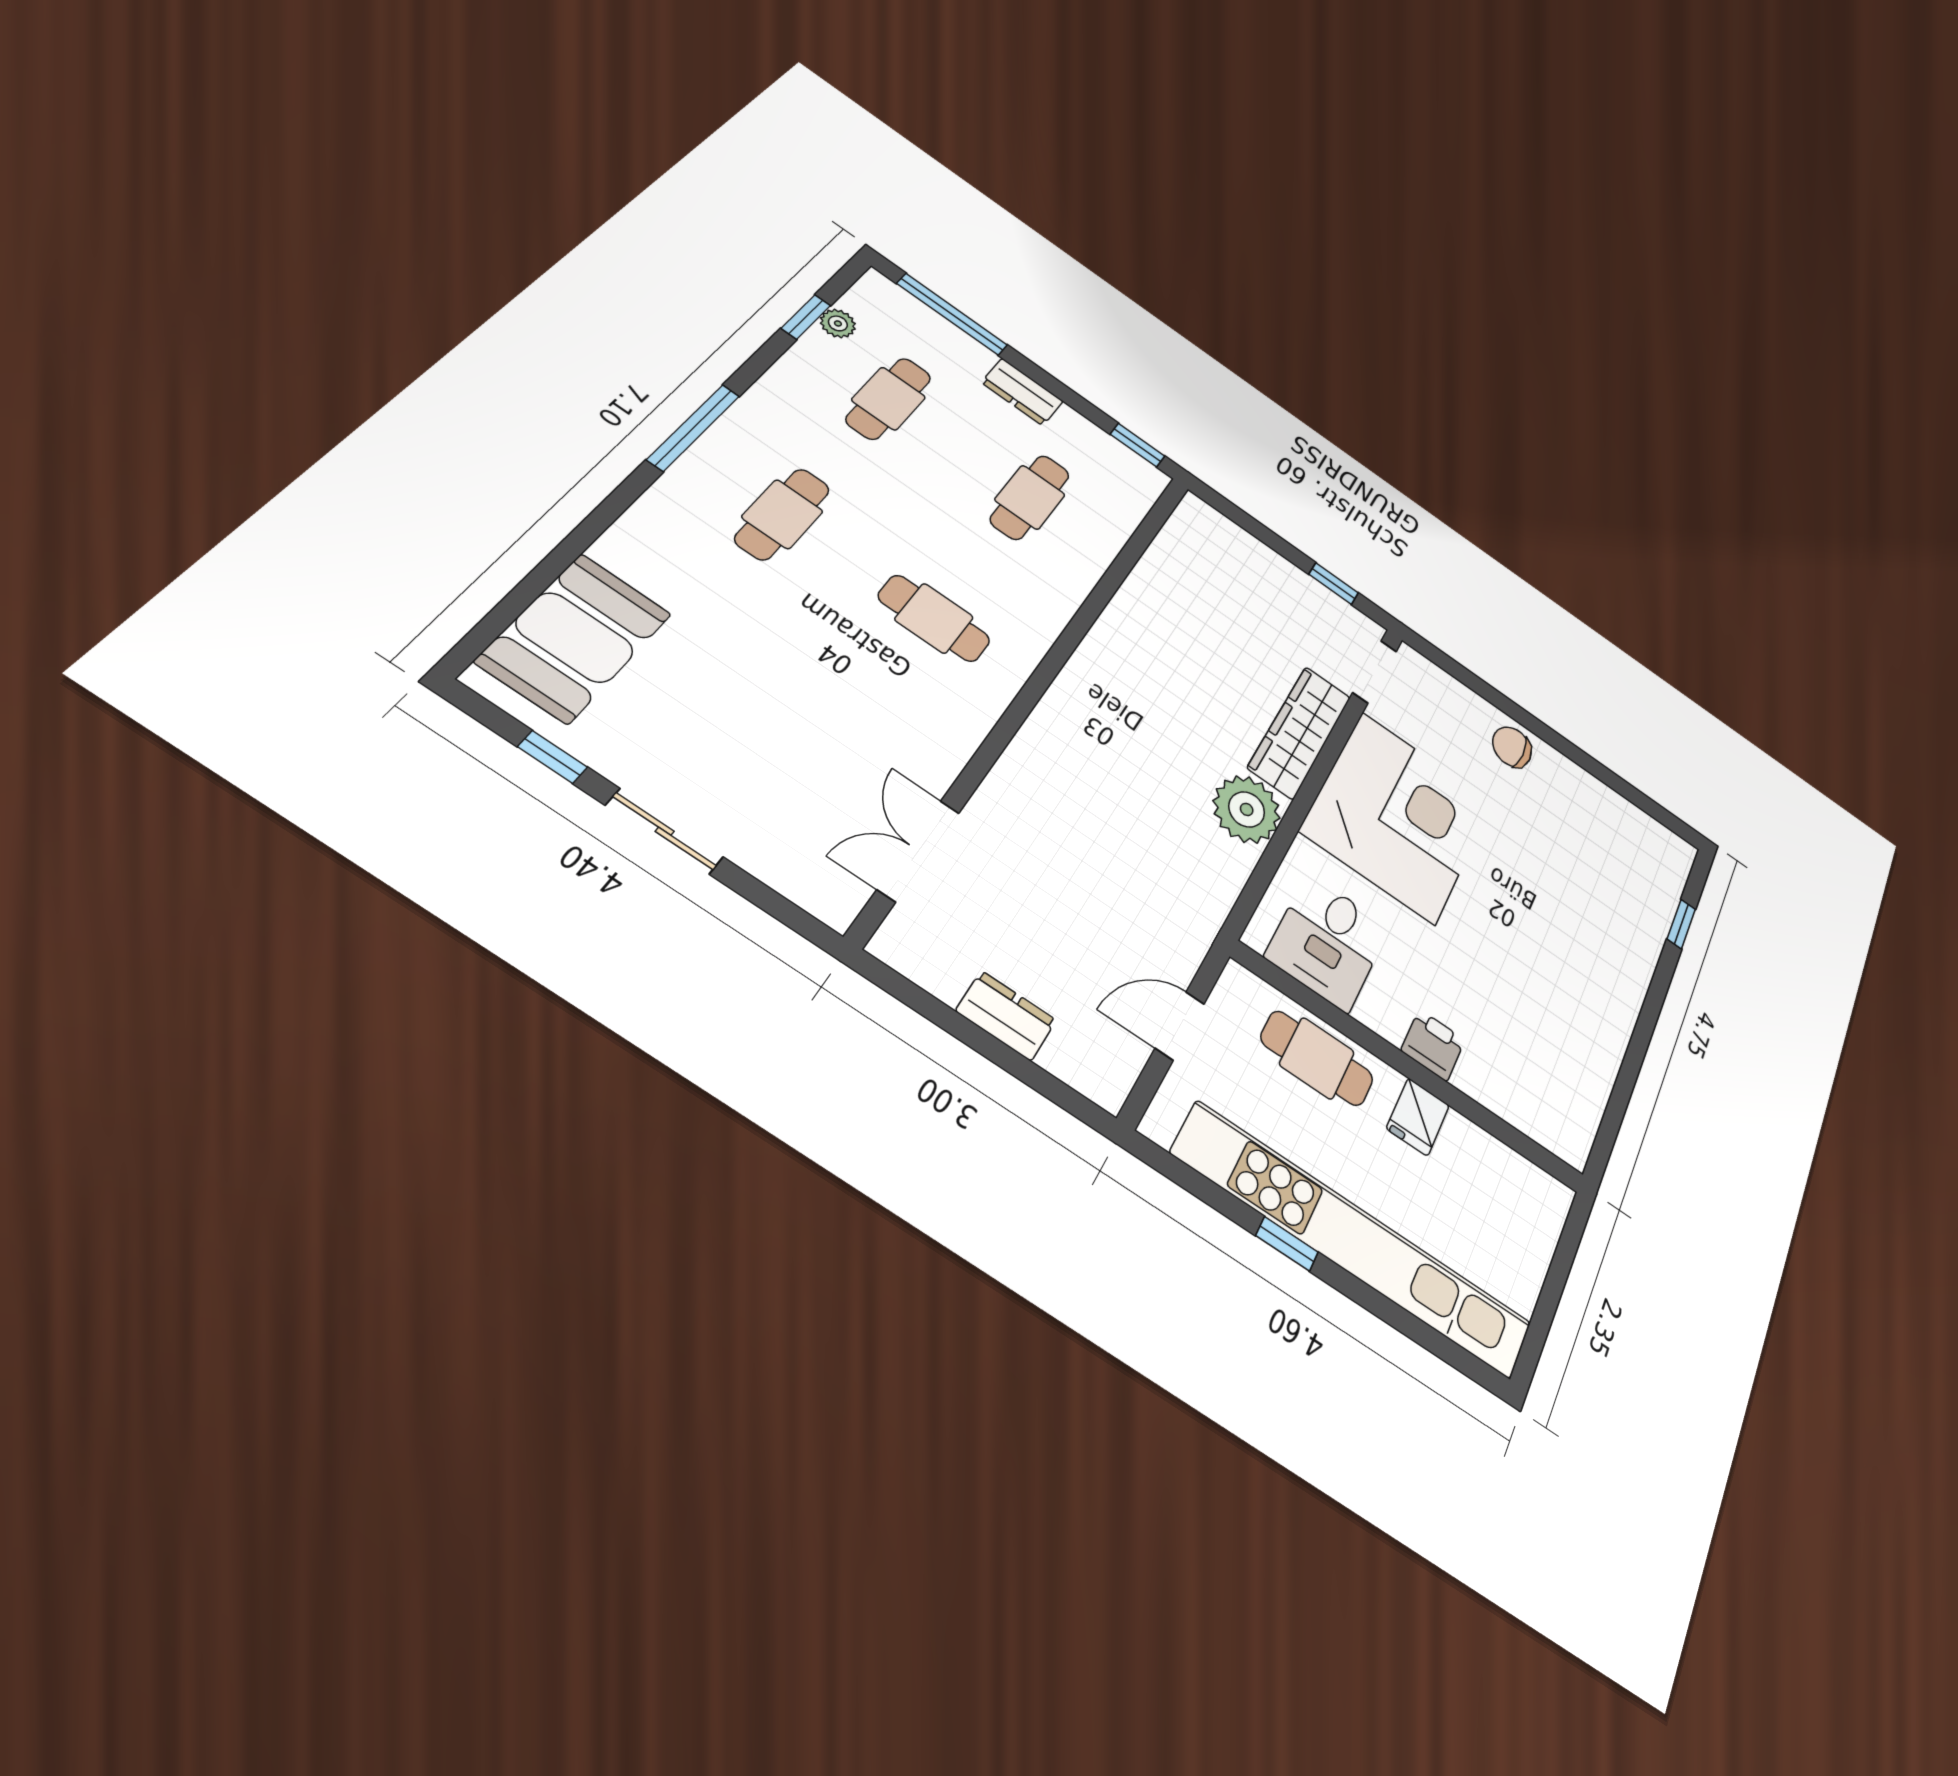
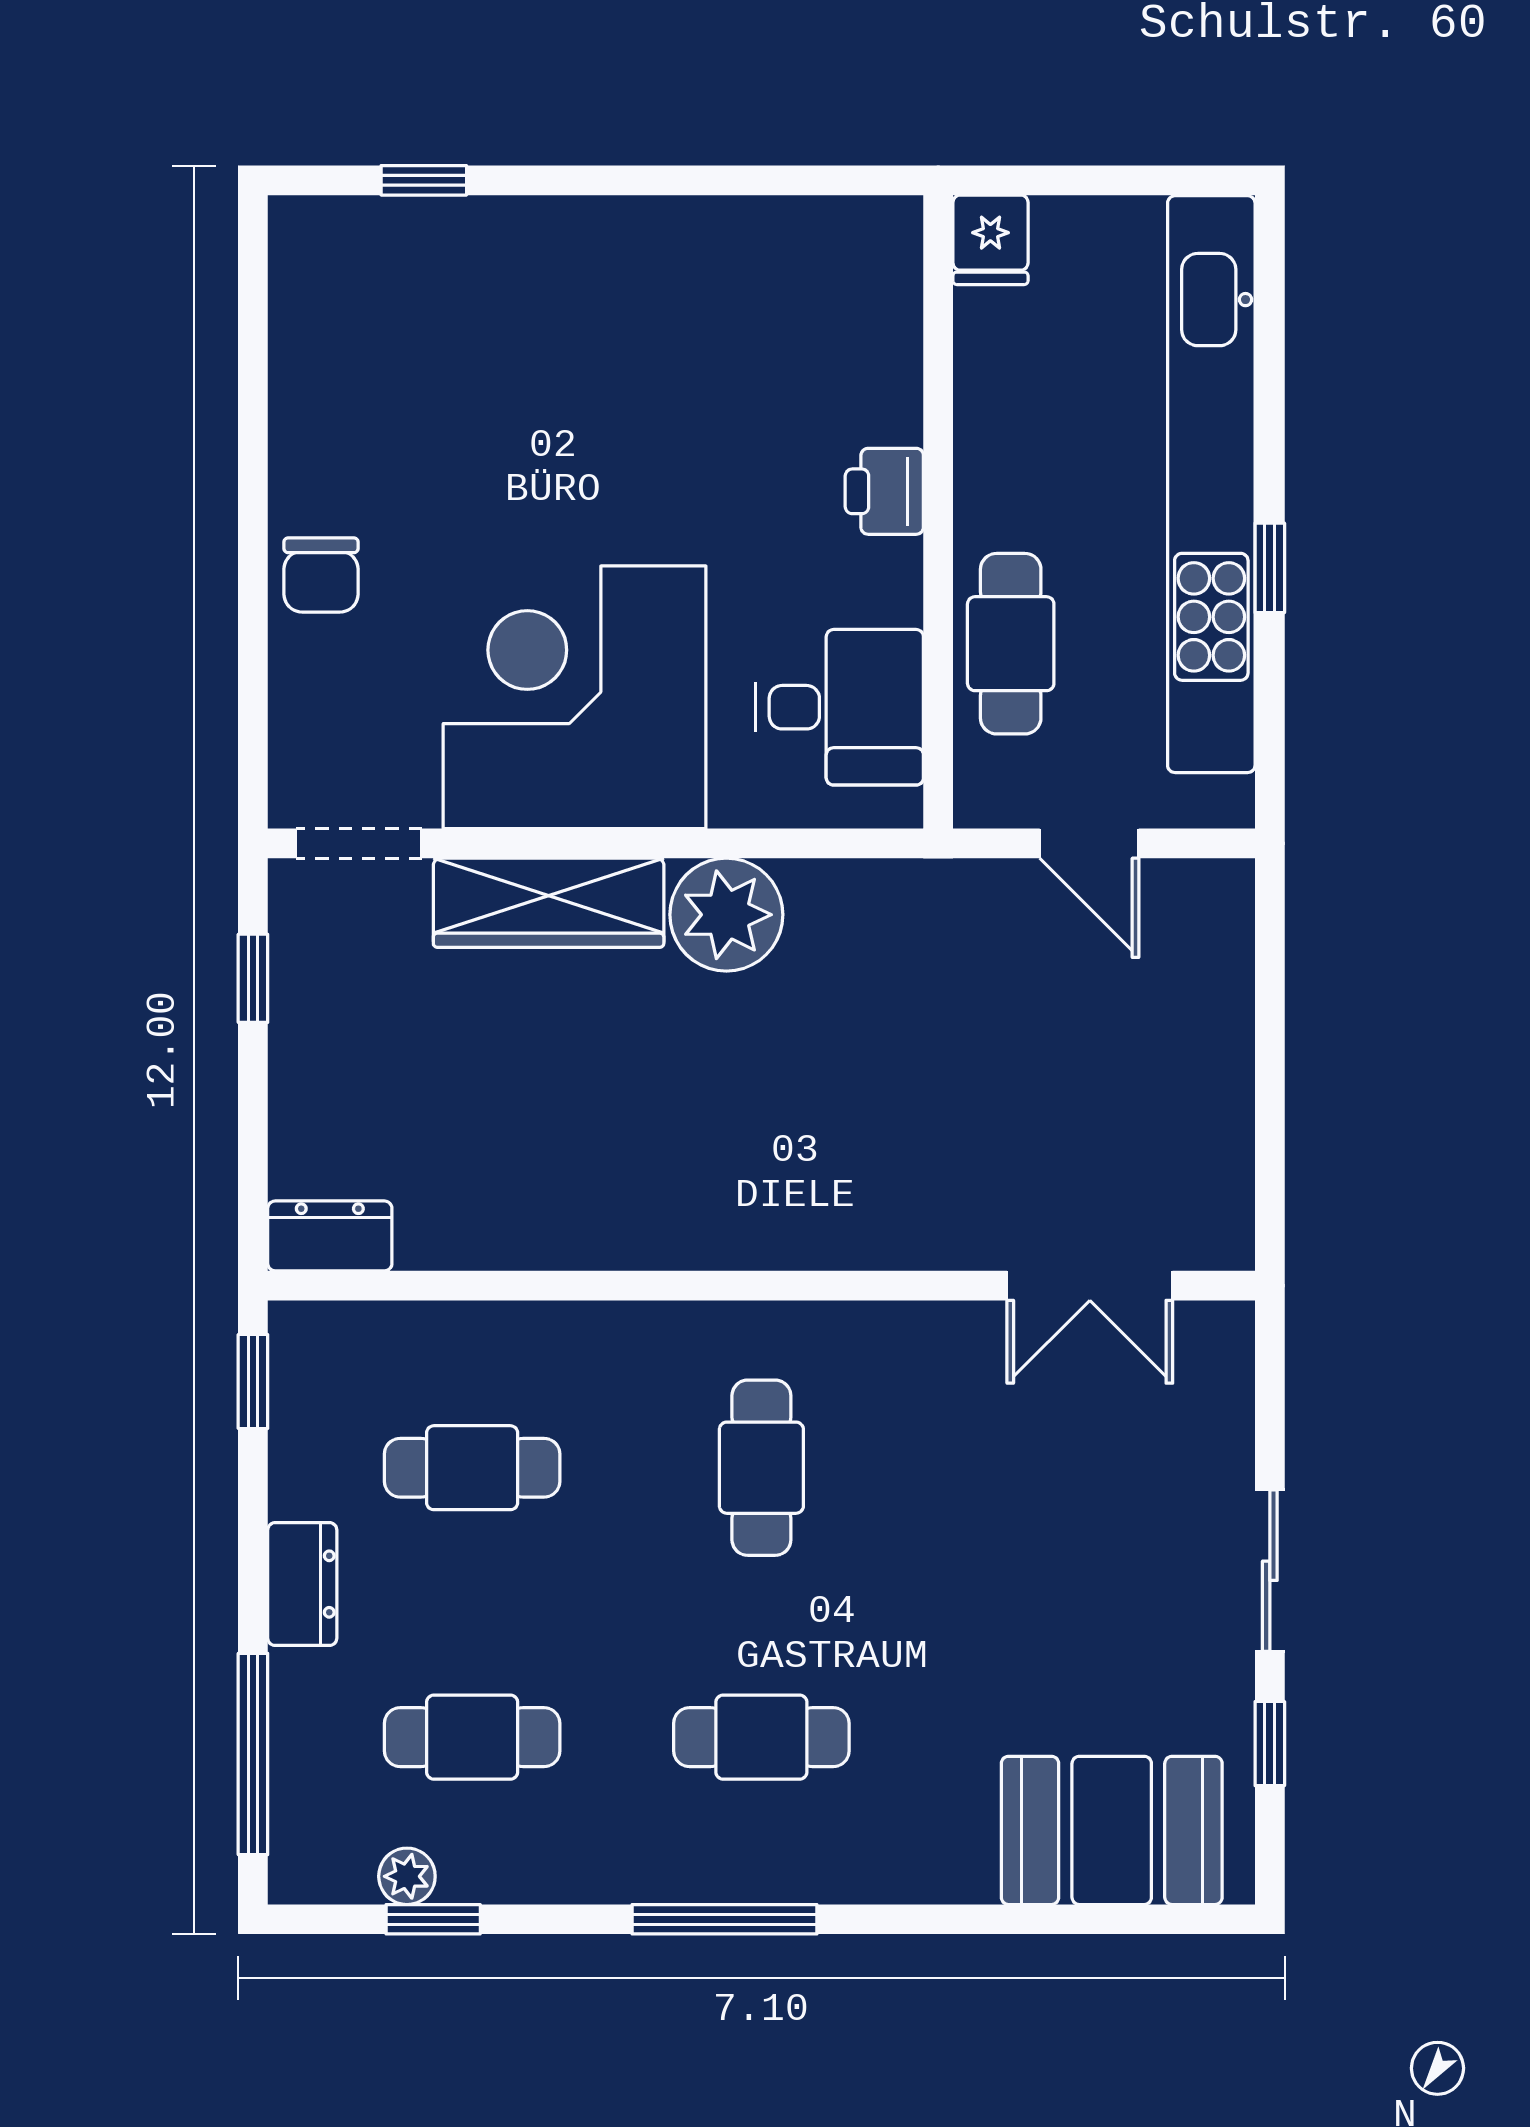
dresser: (1006, 1016) -> (330, 1236), moved, turned 90
fridge: (1418, 1117) -> (990, 240), moved, turned 90

